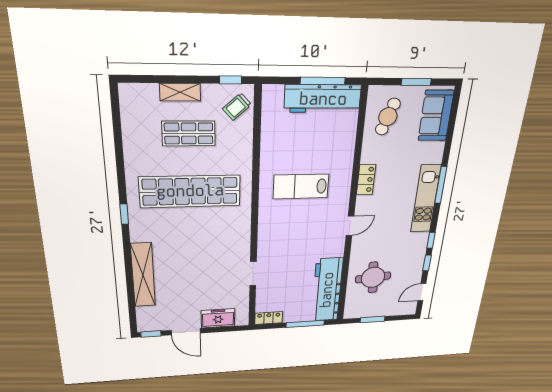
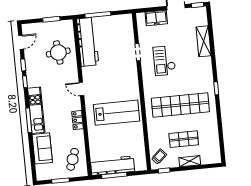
sofa: (436, 116) -> (42, 148), moved
lab bench: (301, 187) -> (116, 113), width x1.36, depth x1.39
door: (350, 226) -> (81, 89), hinge flipped
checkout: (211, 260) -> (164, 61), added
shelving: (143, 275) -> (204, 41), width x0.68
locker: (269, 318) -> (123, 19), removed

